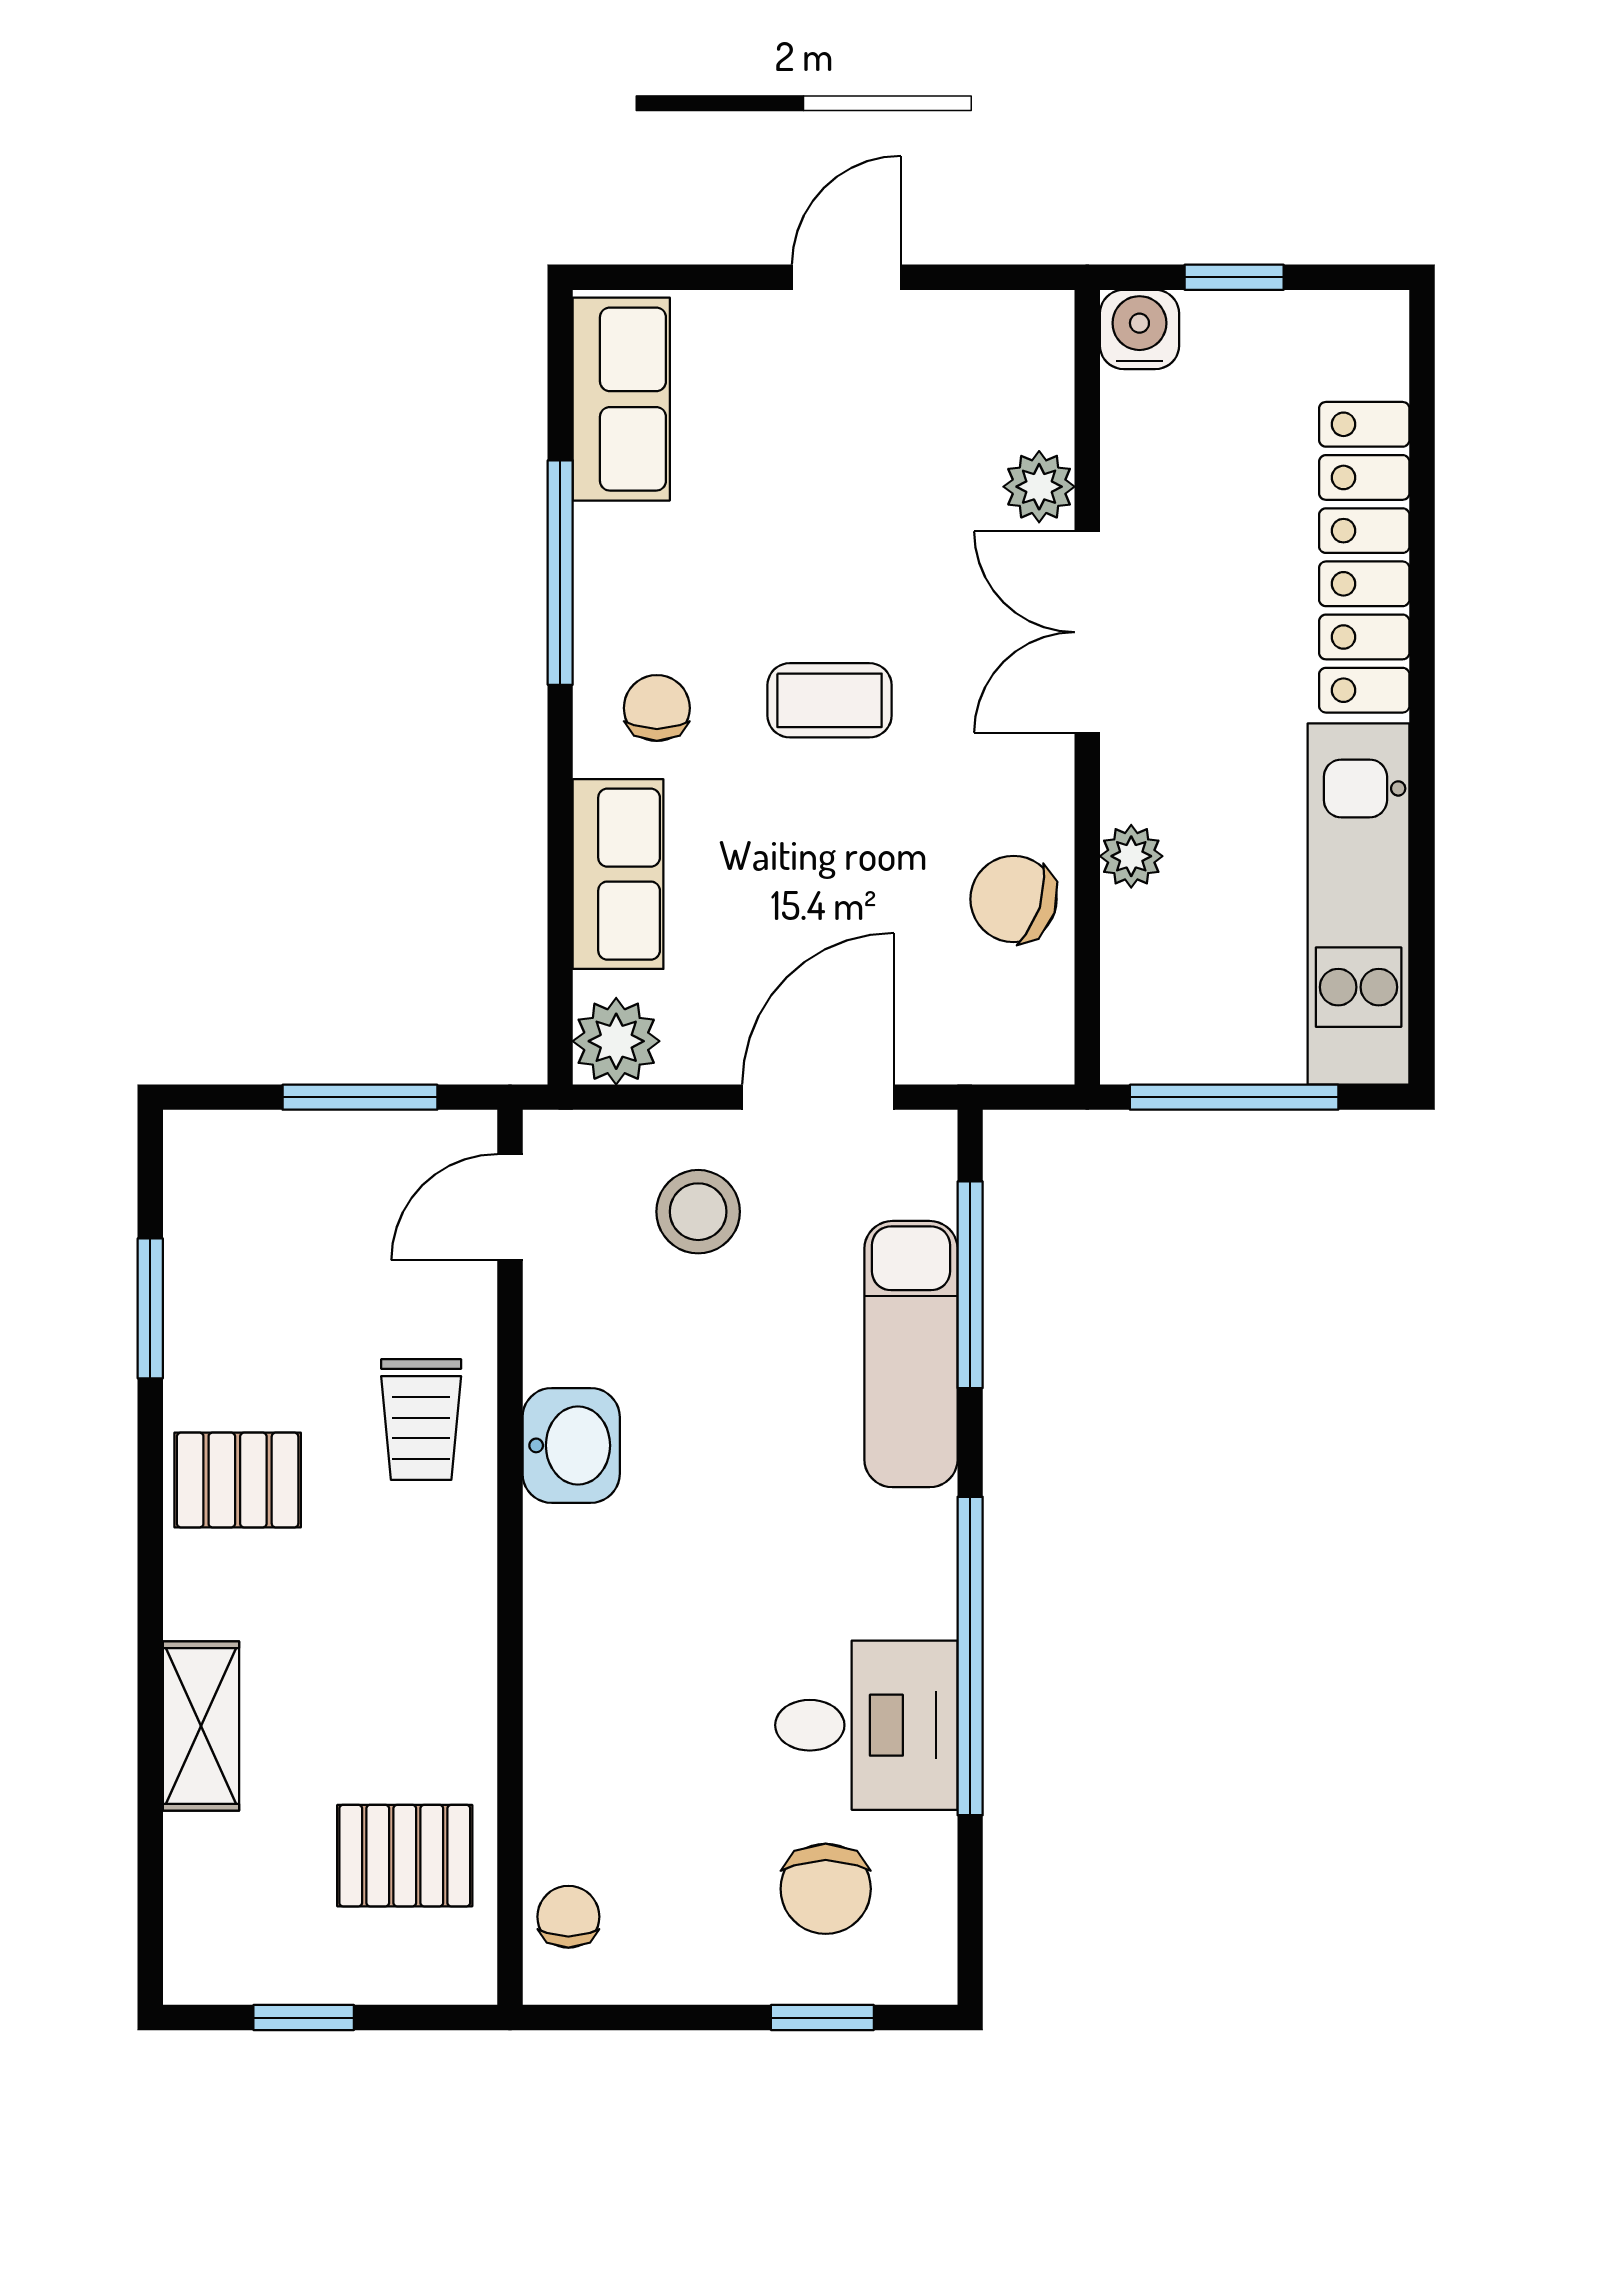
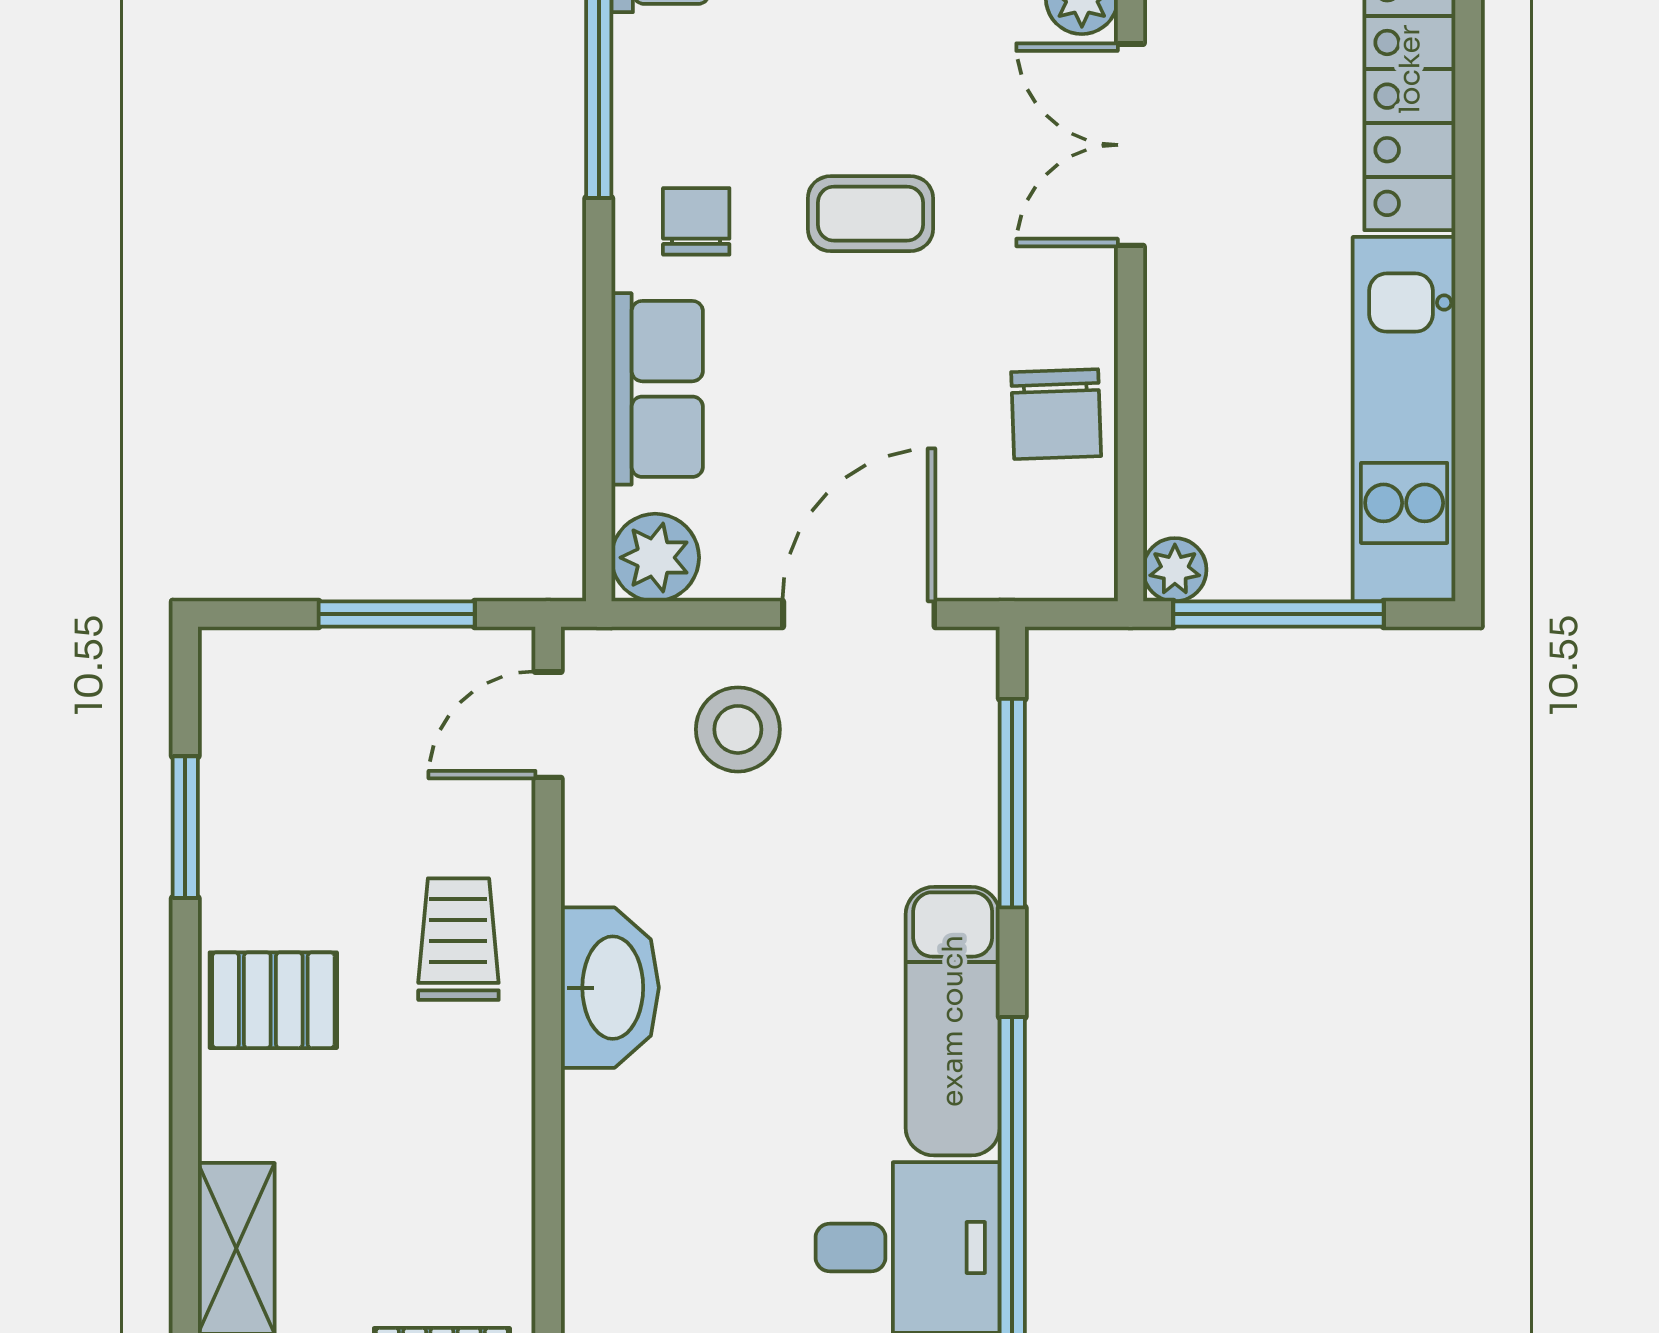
plant: (1131, 856) -> (1175, 570), moved
chair: (1014, 899) -> (1056, 414), turned -110
exam couch: (911, 1354) -> (953, 1021), moved
trolley: (421, 1419) -> (458, 939), turned 180
washbasin: (571, 1445) -> (610, 988), width x1.38

